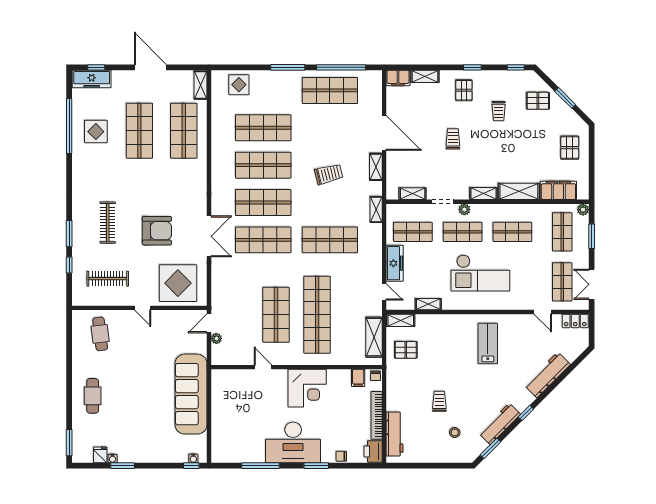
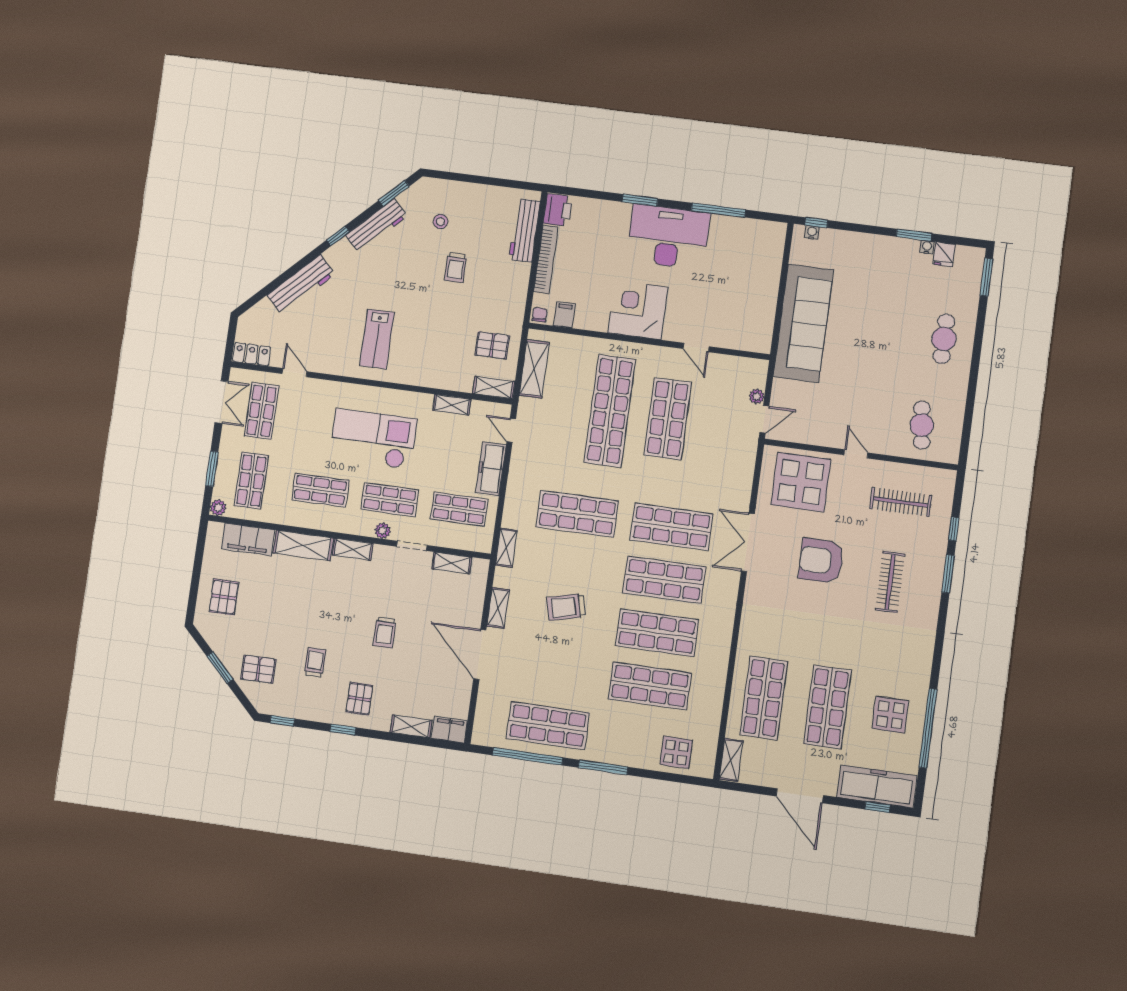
freezer: (92, 79) -> (877, 786), width x1.36, depth x1.26
chair: (341, 456) -> (603, 209), removed

